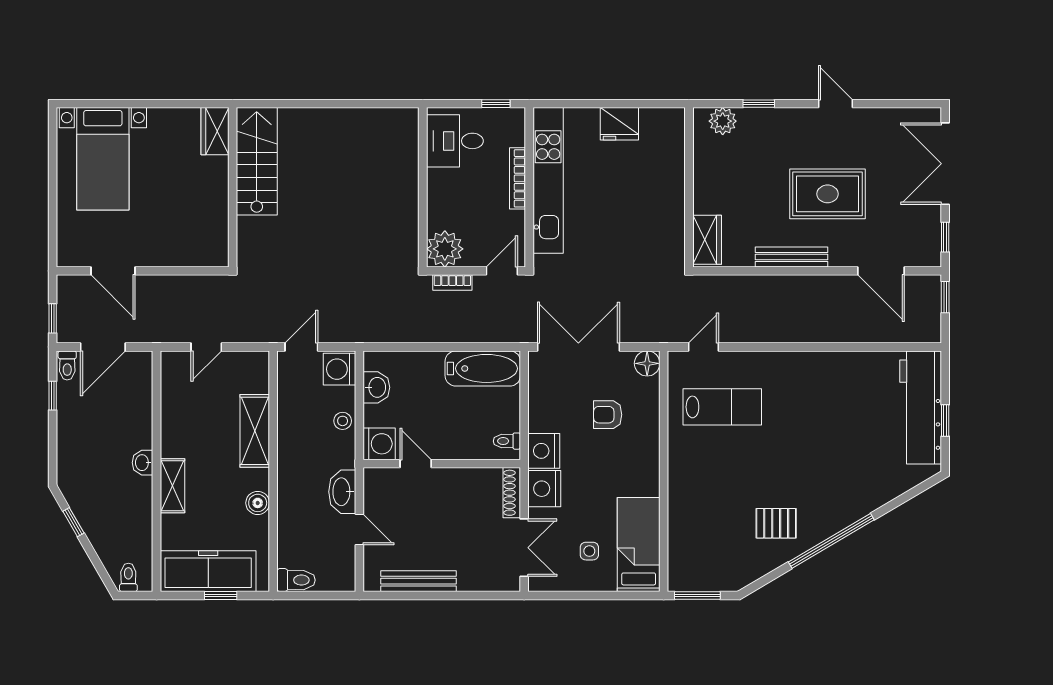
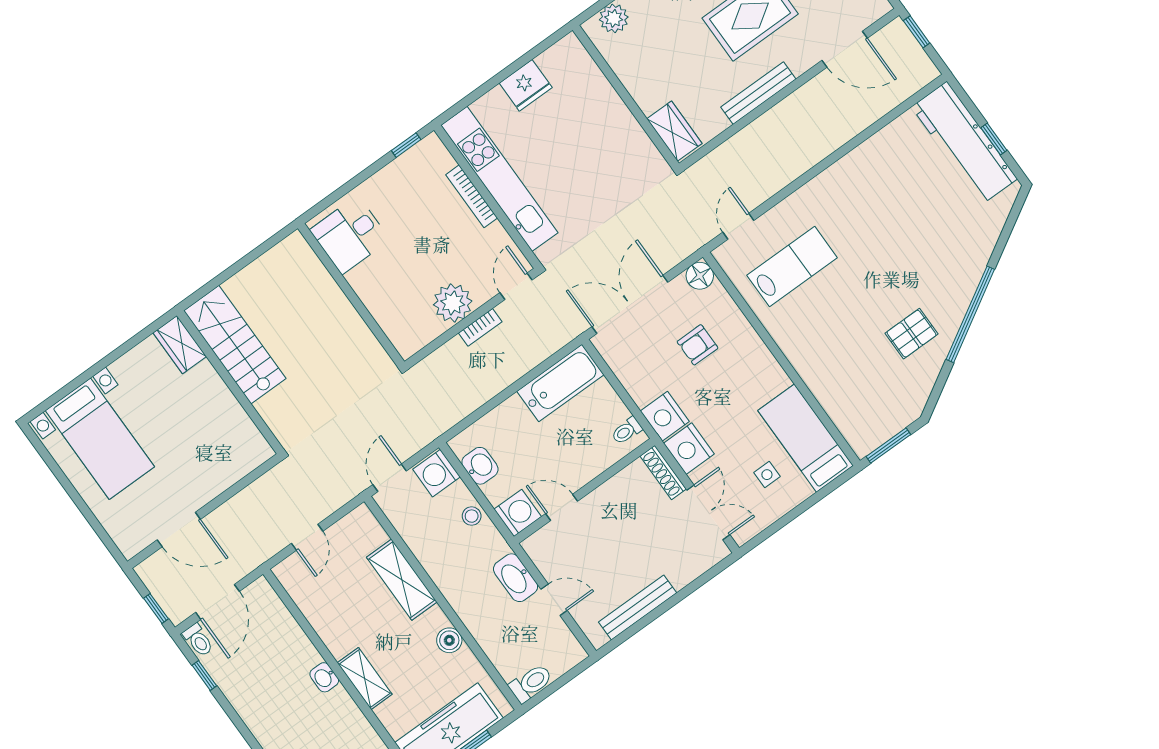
desk: (455, 141) -> (350, 235), moved
wall: (423, 187) -> (351, 295), moved

